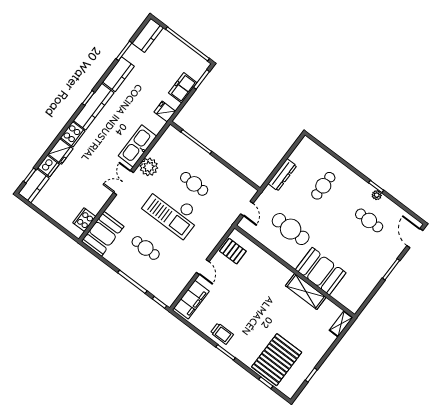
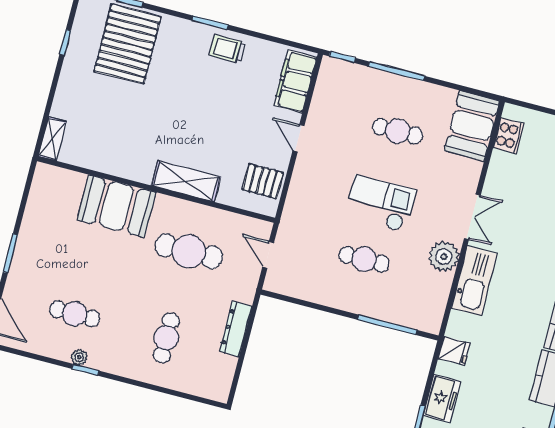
checkout: (172, 211) -> (380, 203), width x0.73, depth x0.83
shelving: (306, 292) -> (186, 181), moved

